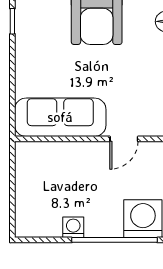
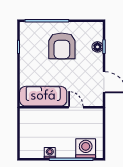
door: (124, 139) -> (76, 107), swing flipped

